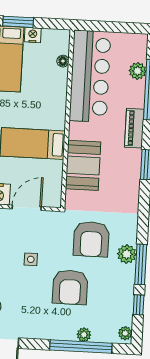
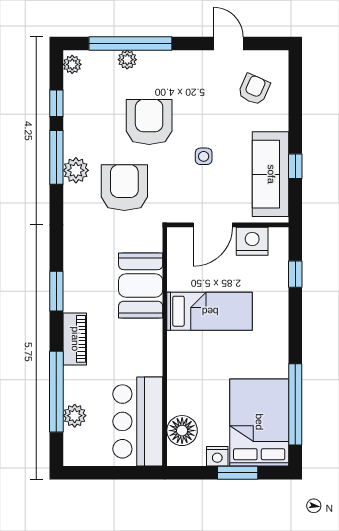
floor lamp: (63, 61) -> (182, 431), width x1.89, depth x1.89
bar counter: (90, 76) -> (138, 421), width x0.73

